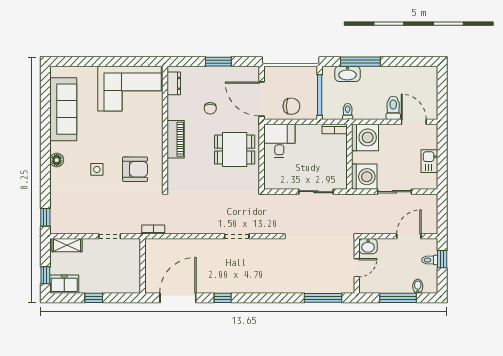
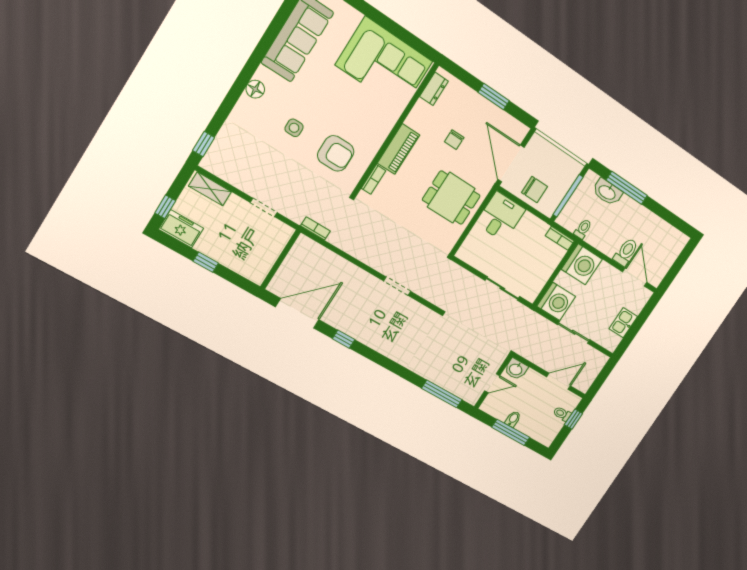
bookcase: (172, 171) -> (374, 179), added
bidet: (418, 286) -> (513, 419), moved

